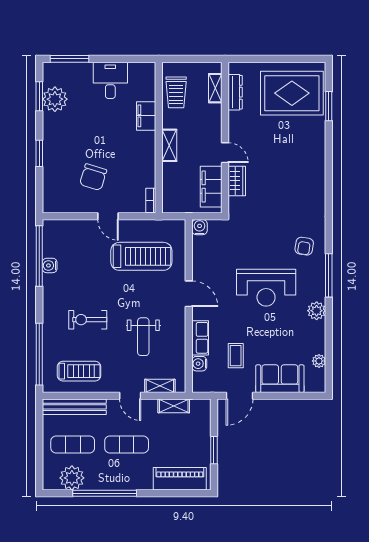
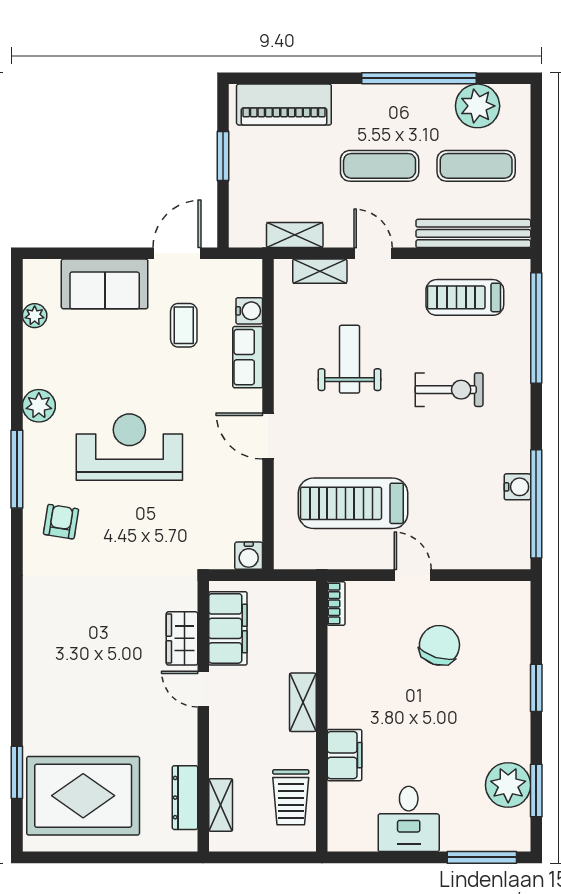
trolley: (176, 92) -> (291, 797), turned 180

